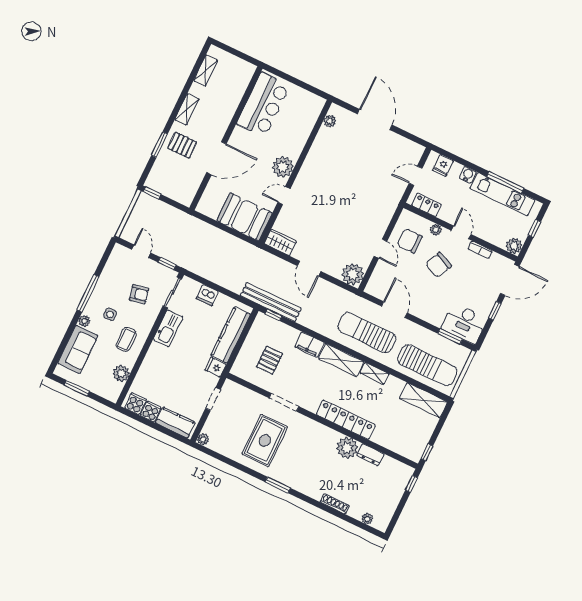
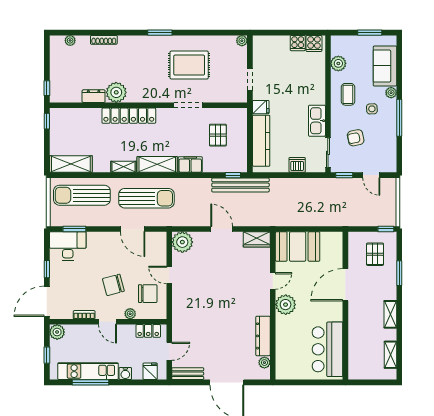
pallet: (182, 145) -> (375, 254), moved, turned 90
bench: (408, 146) -> (188, 374), added
dresser: (319, 147) -> (263, 336), added
chair: (438, 265) -> (113, 285), turned -130
kitchen counter: (175, 422) -> (272, 44), removed
rug: (265, 440) -> (189, 65), turned 90

